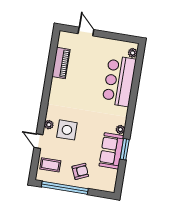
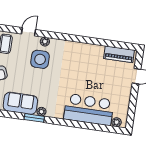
piano: (61, 63) -> (119, 54), moved
window: (125, 149) -> (34, 118), moved

